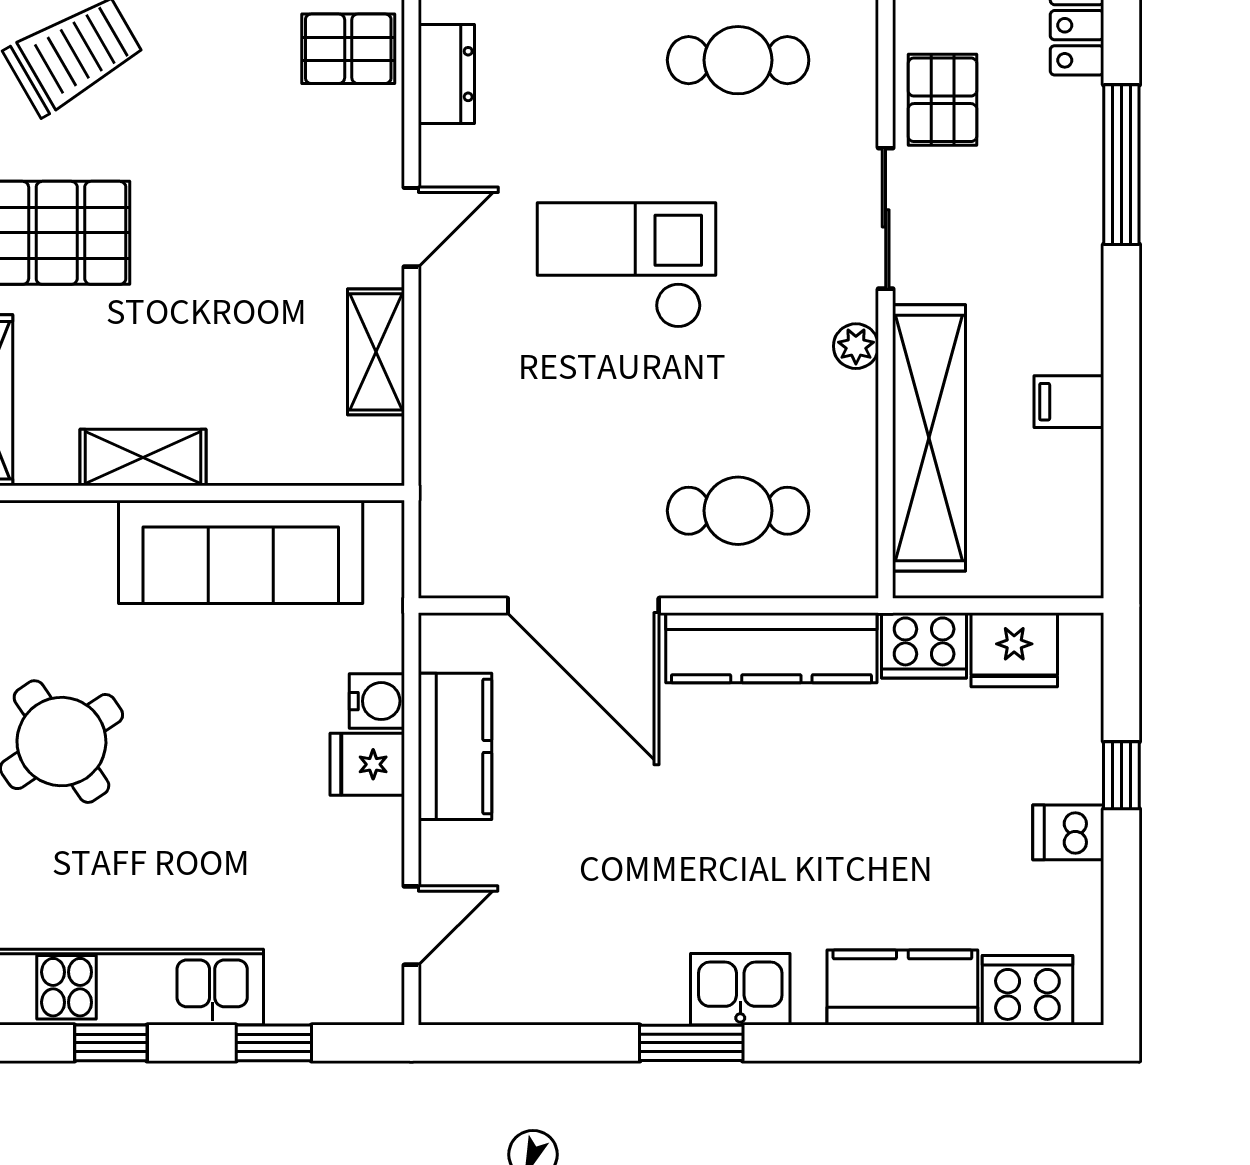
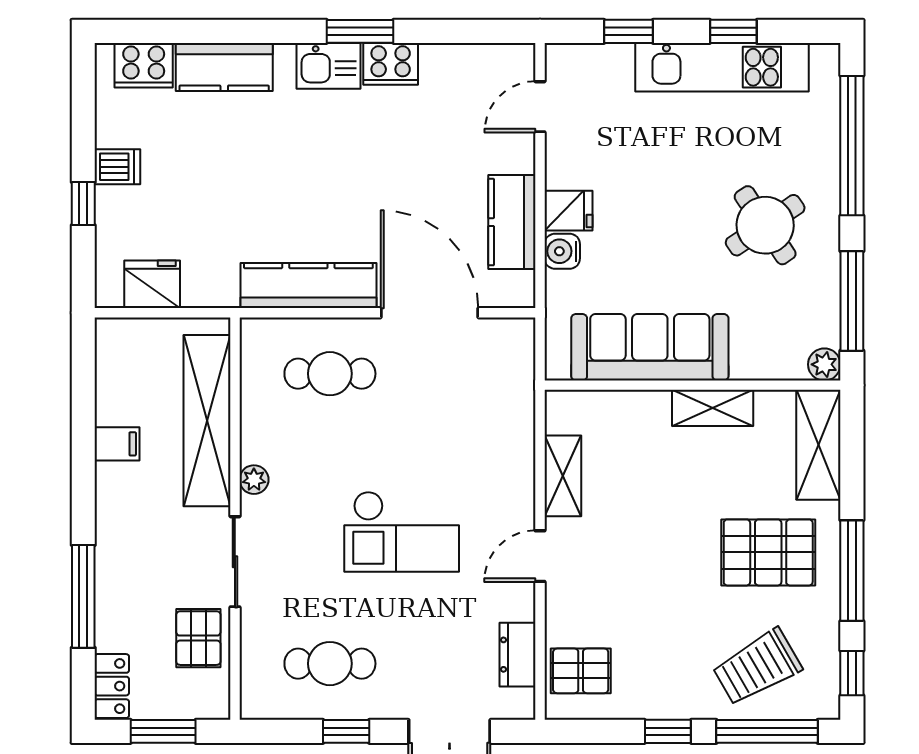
cooker: (924, 645) -> (391, 64), moved, turned 180

